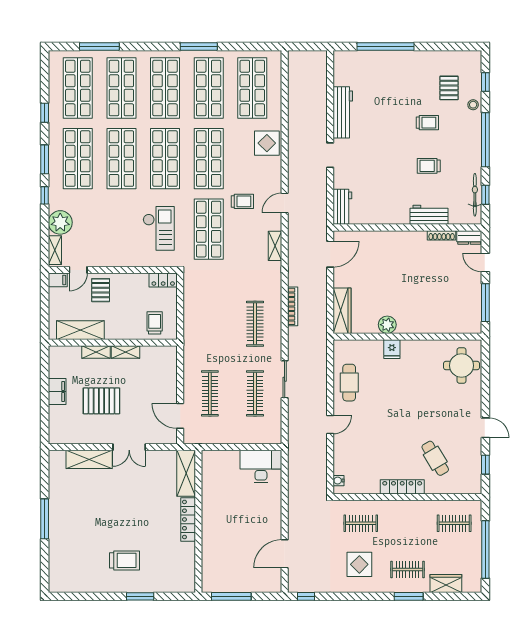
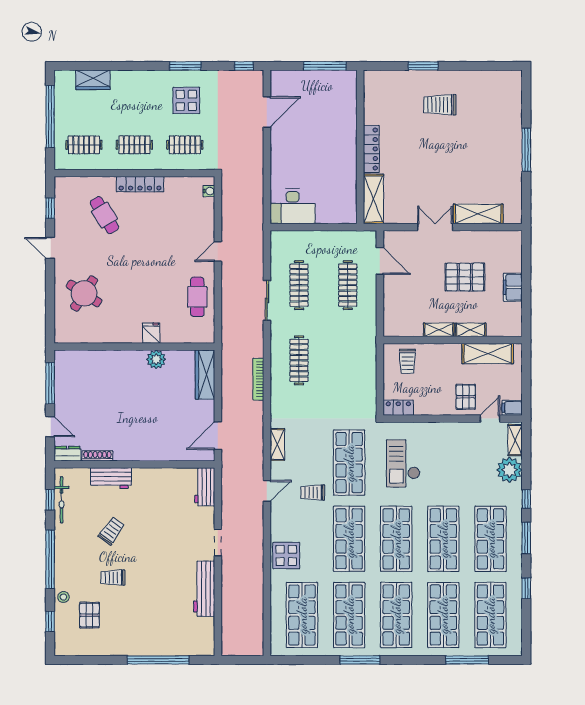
trolley: (429, 166) -> (111, 531), turned -54
round table: (462, 366) -> (84, 293), moved, turned 33
clothes rail: (407, 570) -> (134, 145), moved
window: (409, 596) -> (185, 66), moved

